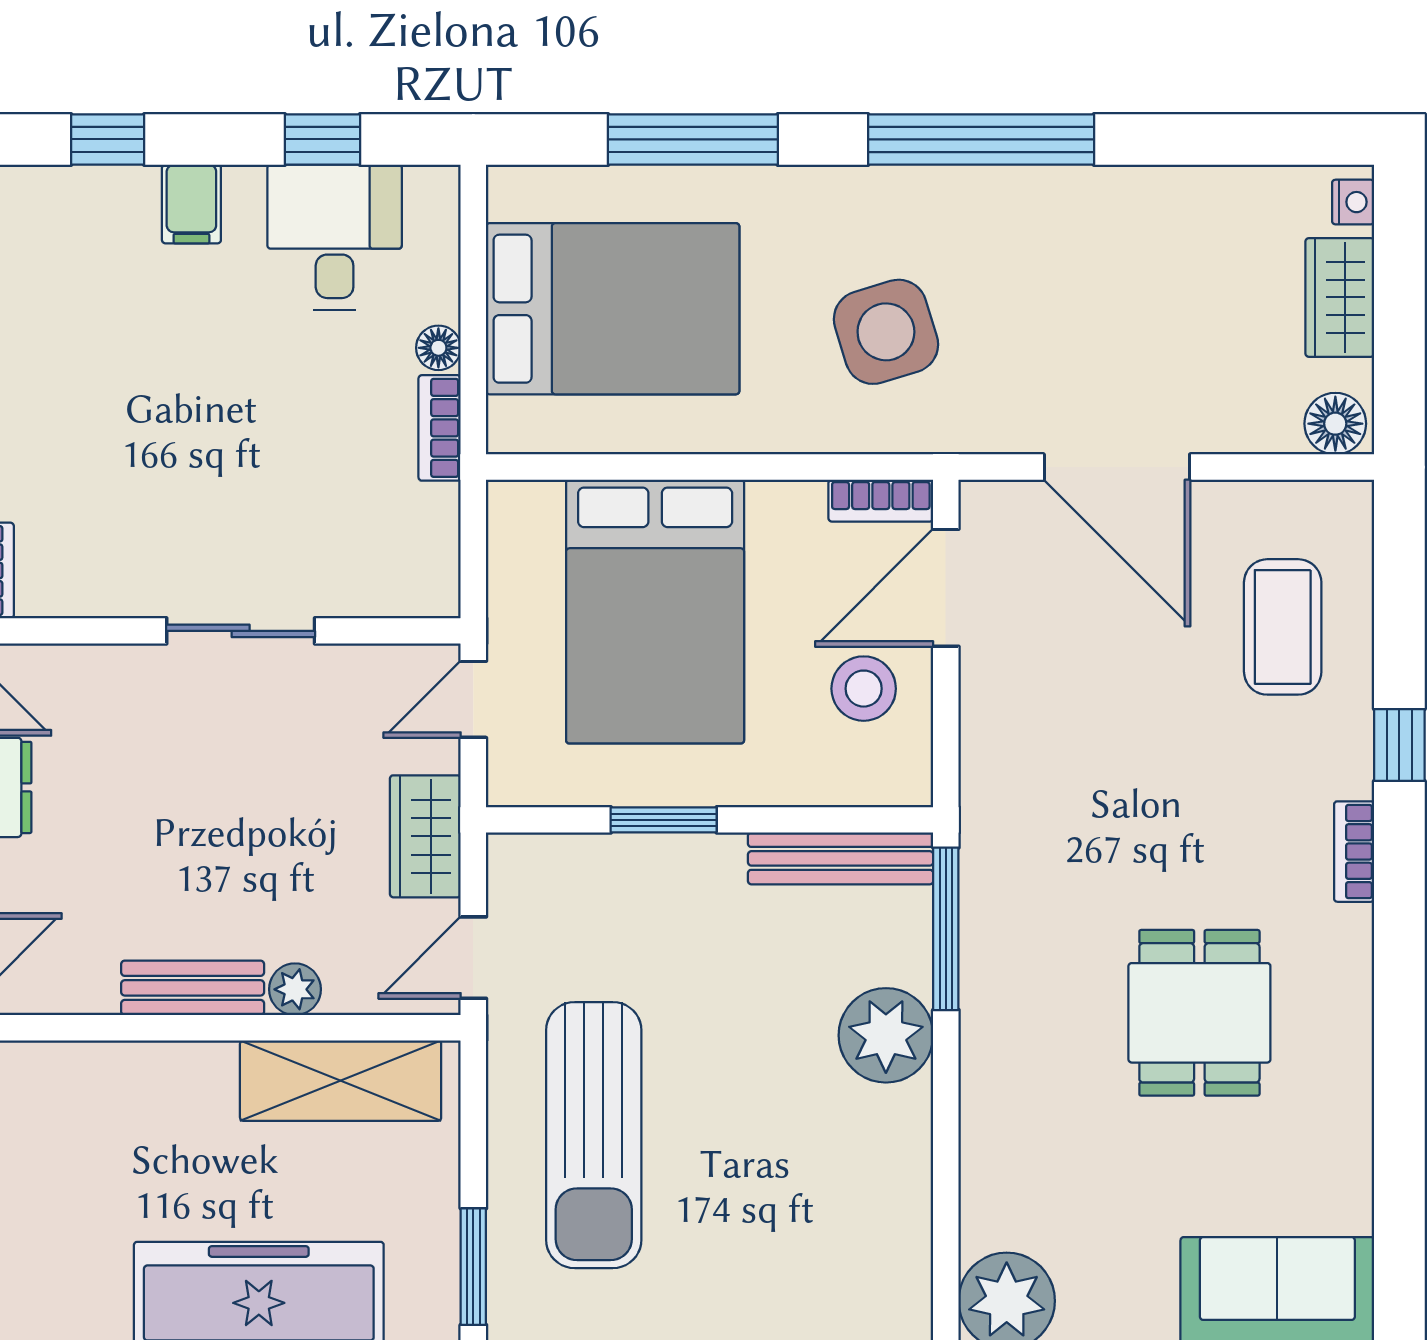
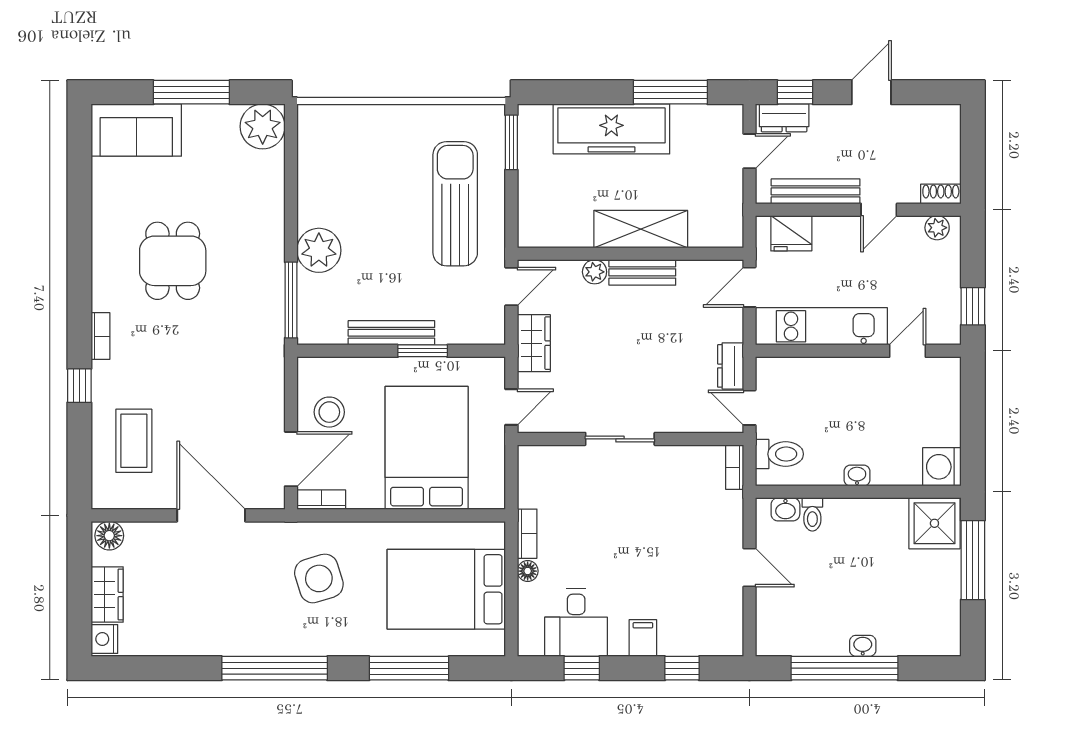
nightstand: (1353, 202) -> (104, 639), width x1.39, depth x1.35
bench: (841, 858) -> (391, 333), moved
shelving: (341, 1081) -> (641, 229), moved

